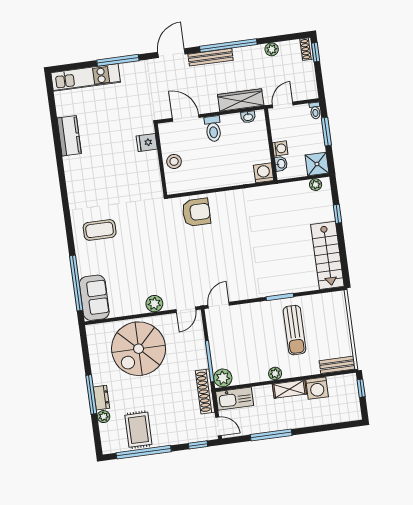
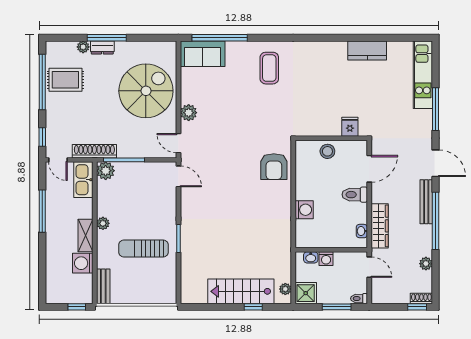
washing machine: (264, 173) -> (304, 210), moved
stairs: (327, 255) -> (241, 291), moved
spiral stairs: (139, 349) -> (146, 91), turned 90
door: (218, 426) -> (58, 160), hinge flipped

